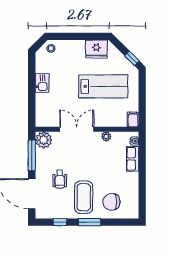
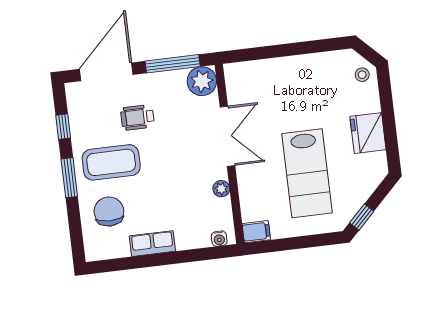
fridge: (96, 49) -> (368, 133), moved
kitchen sink: (42, 83) -> (300, 66), removed
row of seats: (133, 159) -> (152, 244), moved

